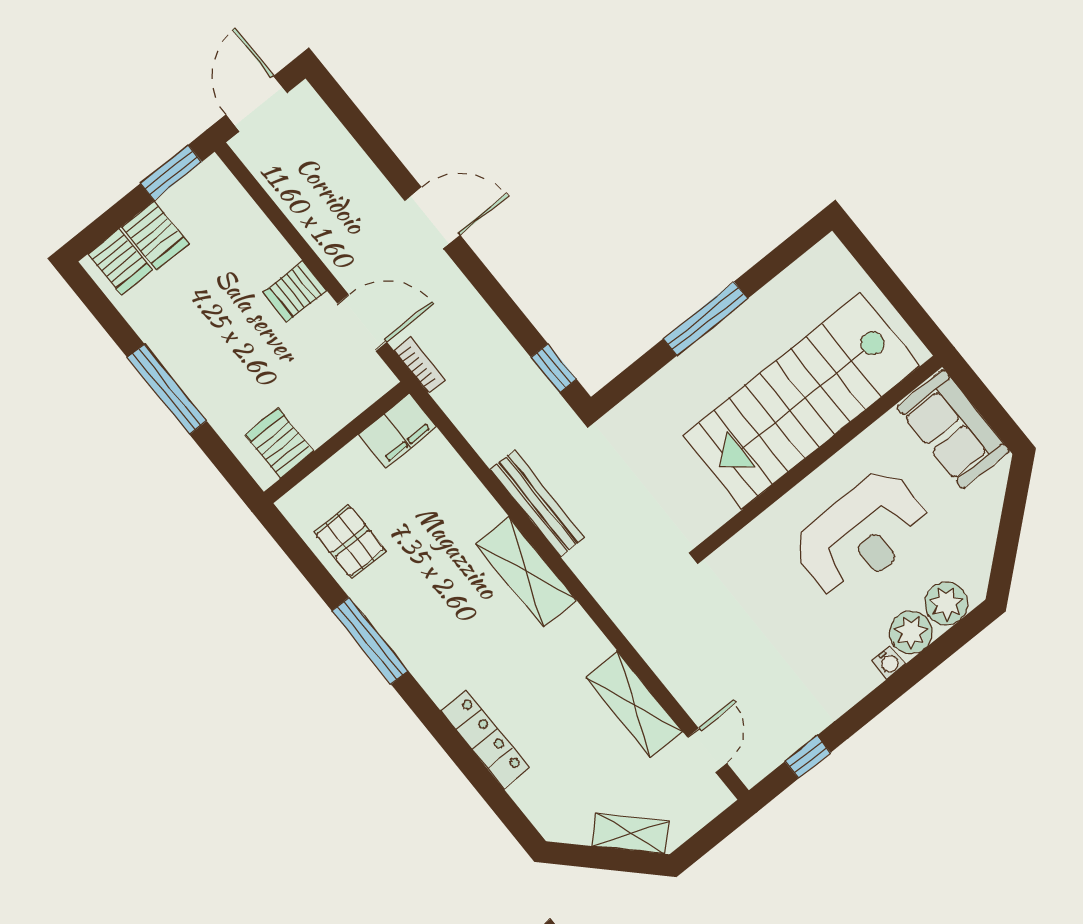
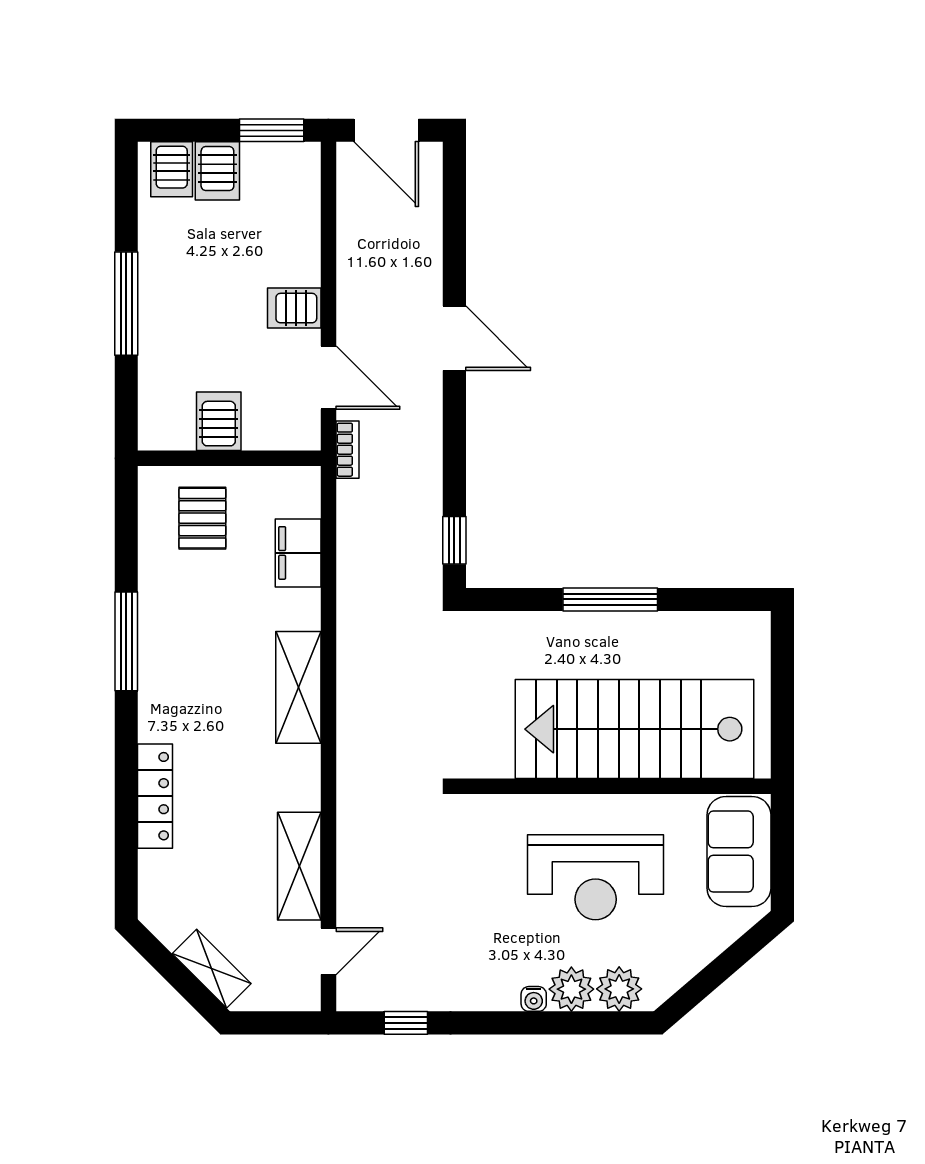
door: (256, 104) -> (386, 130), swing flipped
filing cabinet: (398, 431) -> (298, 553), moved, turned 90
server rack: (279, 443) -> (219, 421), moved
bench: (537, 503) -> (352, 639), removed
pallet: (350, 541) -> (202, 518), moved

